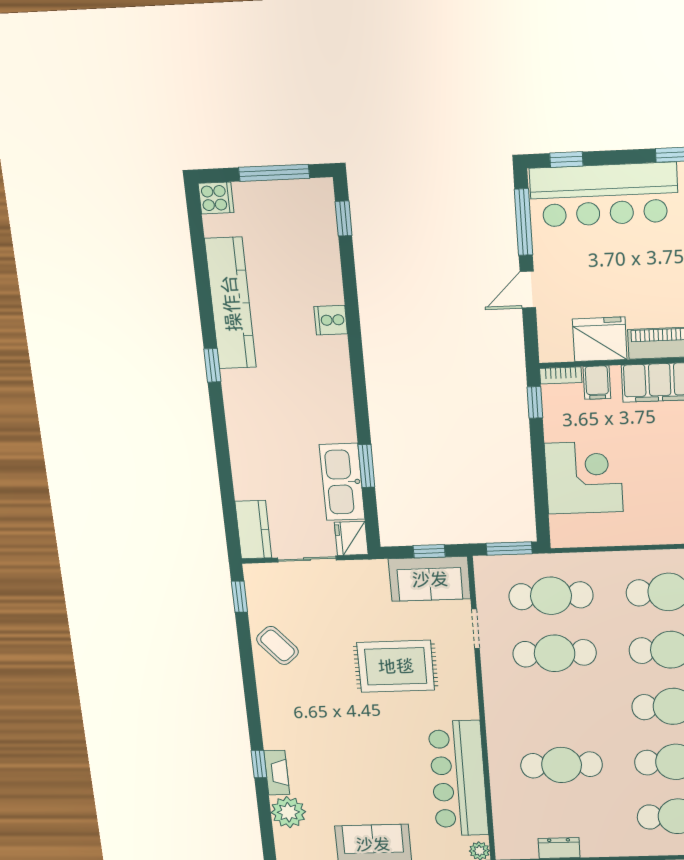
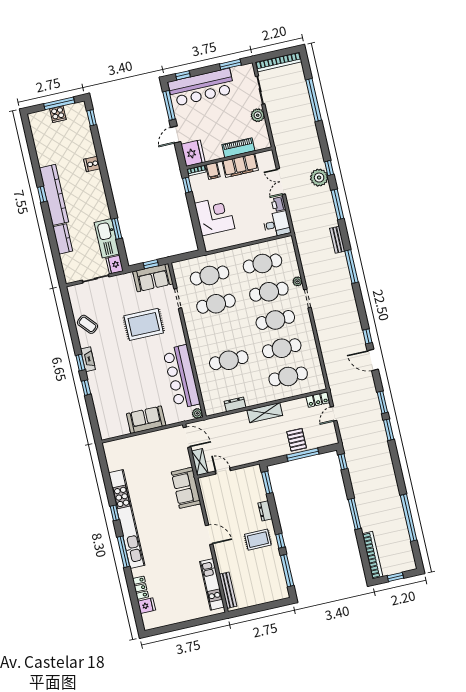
cooker: (216, 198) -> (58, 114), moved, turned 90
kitchen counter: (231, 303) -> (54, 195), moved
fridge: (600, 339) -> (193, 153), moved, turned 90
kitchen counter: (253, 530) -> (63, 239), moved
window: (509, 548) -> (187, 256), removed
window: (239, 597) -> (80, 363), moved
fireplace: (277, 773) -> (88, 359), moved
plant: (288, 812) -> (103, 411), removed

